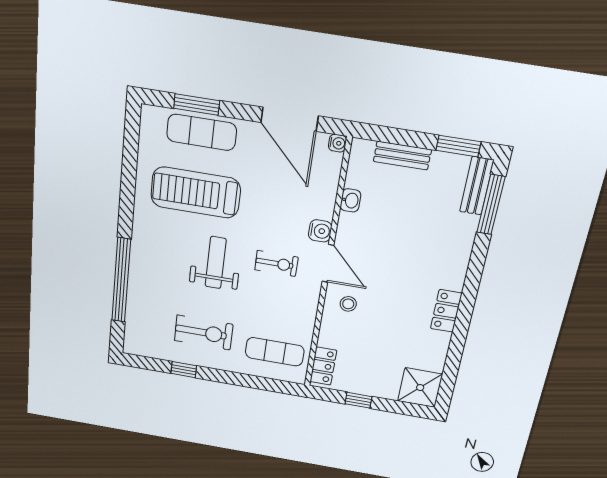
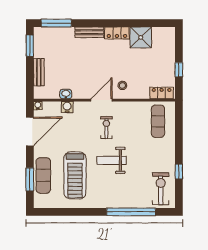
bench: (477, 186) -> (89, 32), moved
water cooler: (320, 231) -> (67, 107), moved
exercise bike: (204, 333) -> (161, 189), moved
shower: (420, 388) -> (141, 37), moved

